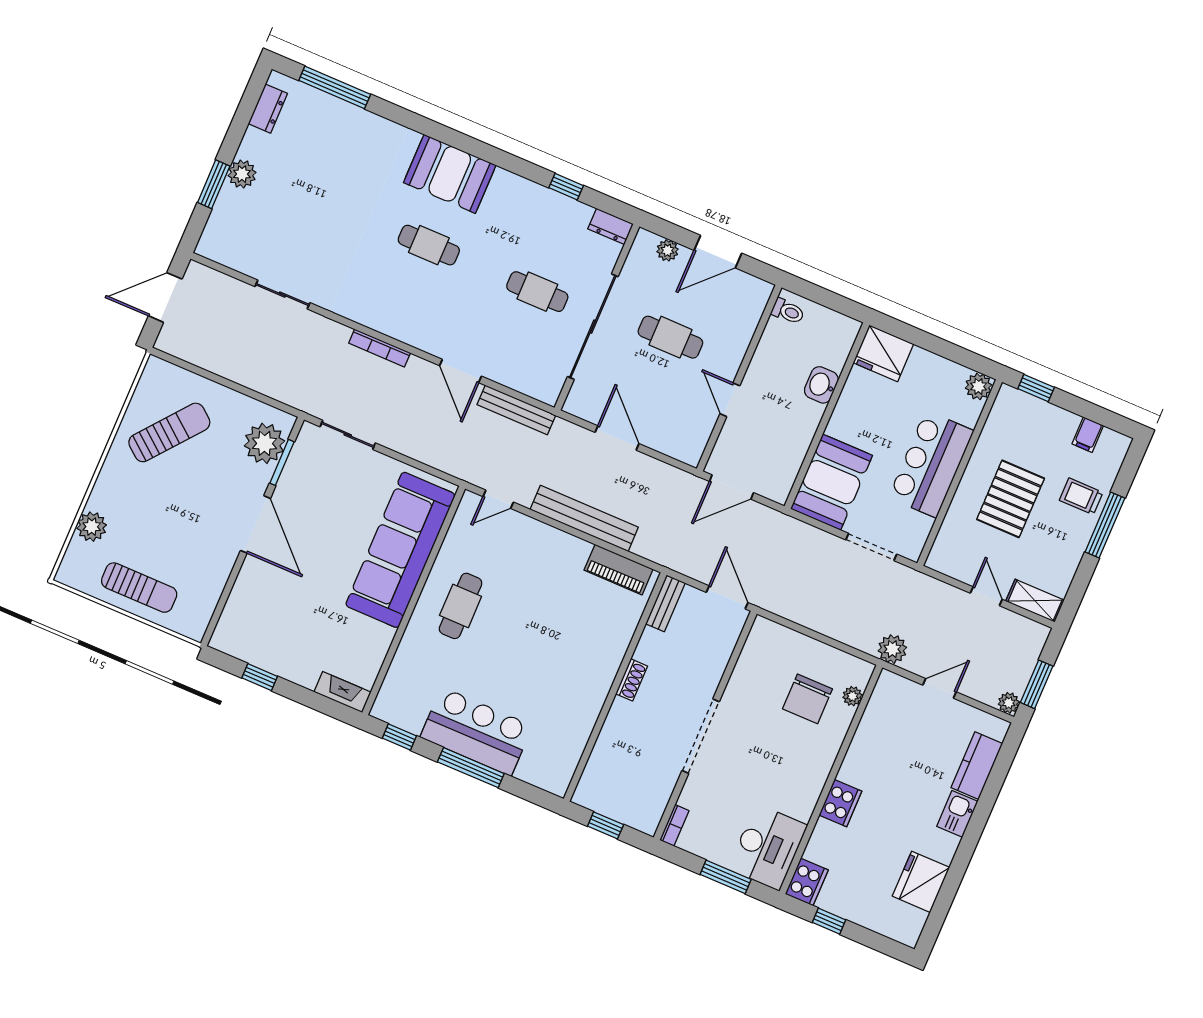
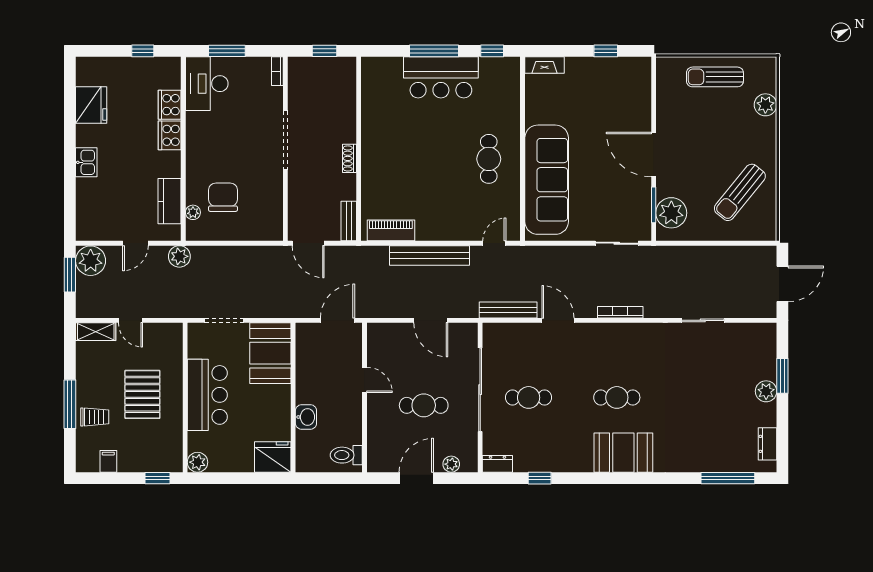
toilet: (788, 311) -> (346, 455), width x1.37, depth x1.39
plant: (1009, 703) -> (91, 261), width x1.87, depth x1.87
kitchen counter: (977, 766) -> (170, 201), moved, turned 180
cooker: (807, 882) -> (170, 105), moved

